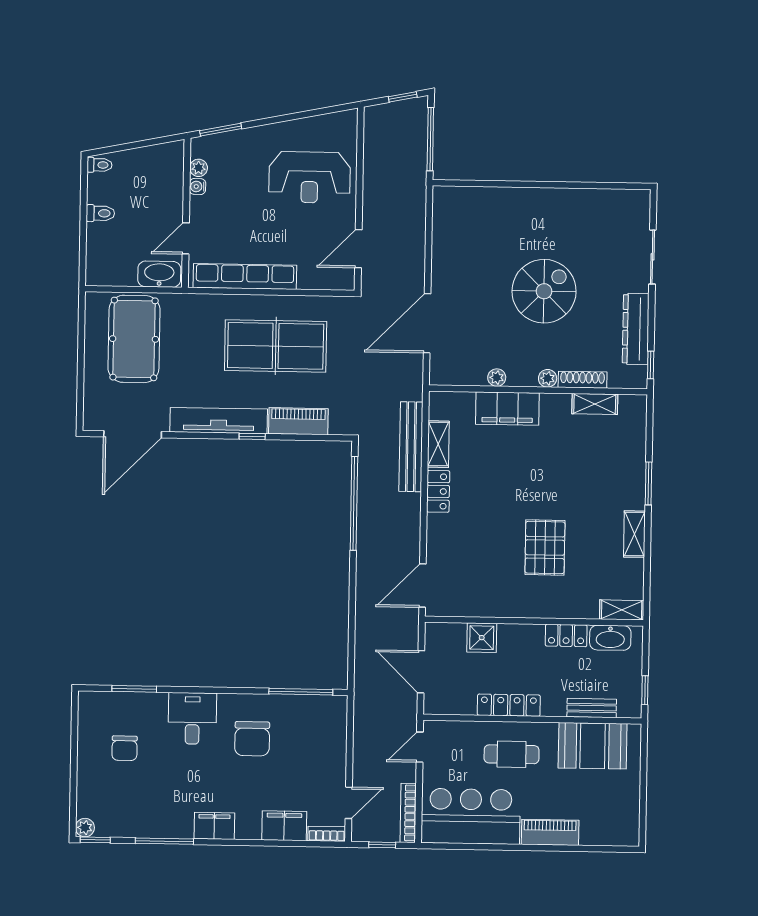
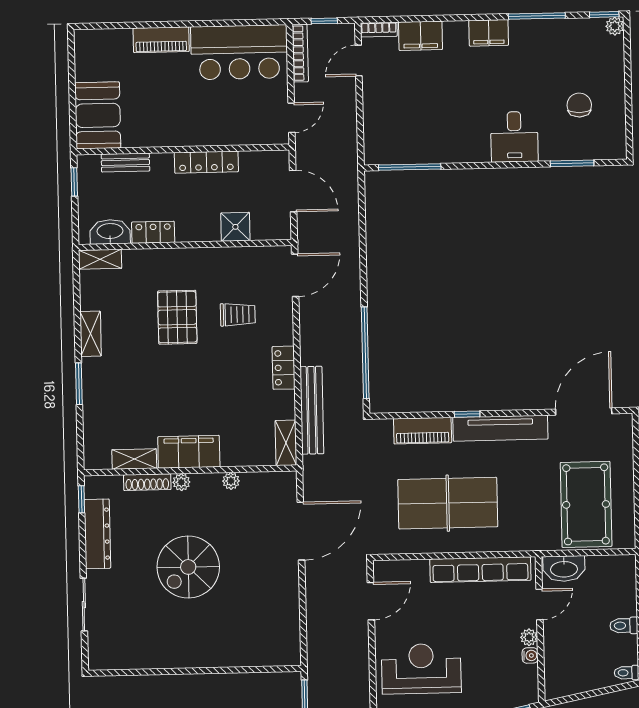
plant: (199, 168) -> (529, 637), moved
filing cabinet: (507, 409) -> (189, 452), moved
shelving: (438, 444) -> (286, 443), moved
trolley: (483, 548) -> (238, 315), added
chair: (252, 739) -> (455, 119), removed
booth: (593, 746) -> (98, 115), moved, turned 90
cafe table: (512, 754) -> (202, 114), removed

